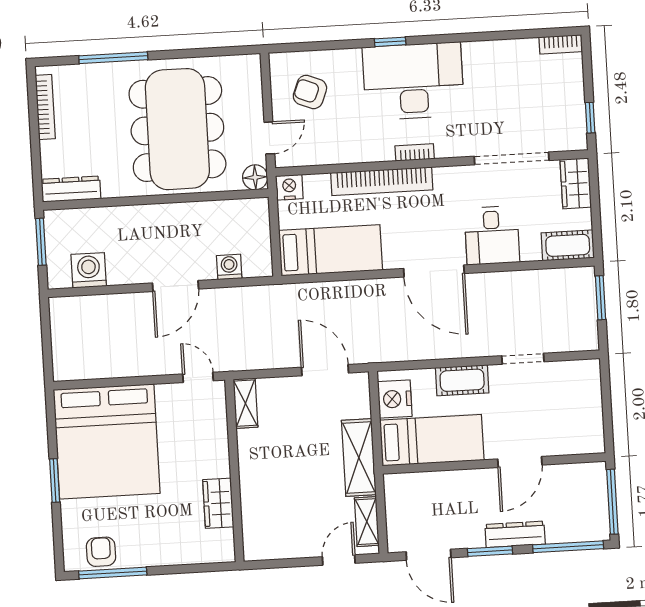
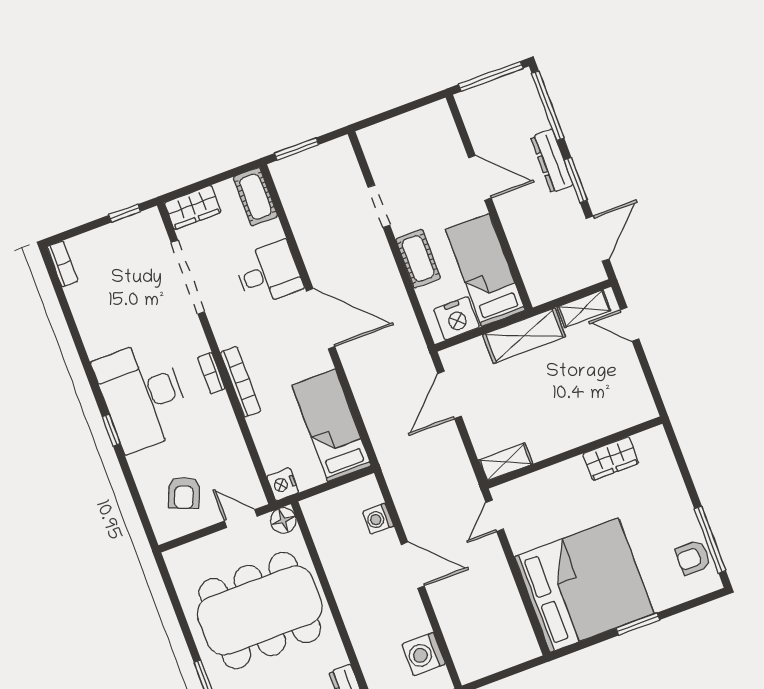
bookcase: (382, 181) -> (241, 382), width x0.68, depth x0.76
door: (434, 271) -> (321, 319), hinge flipped

